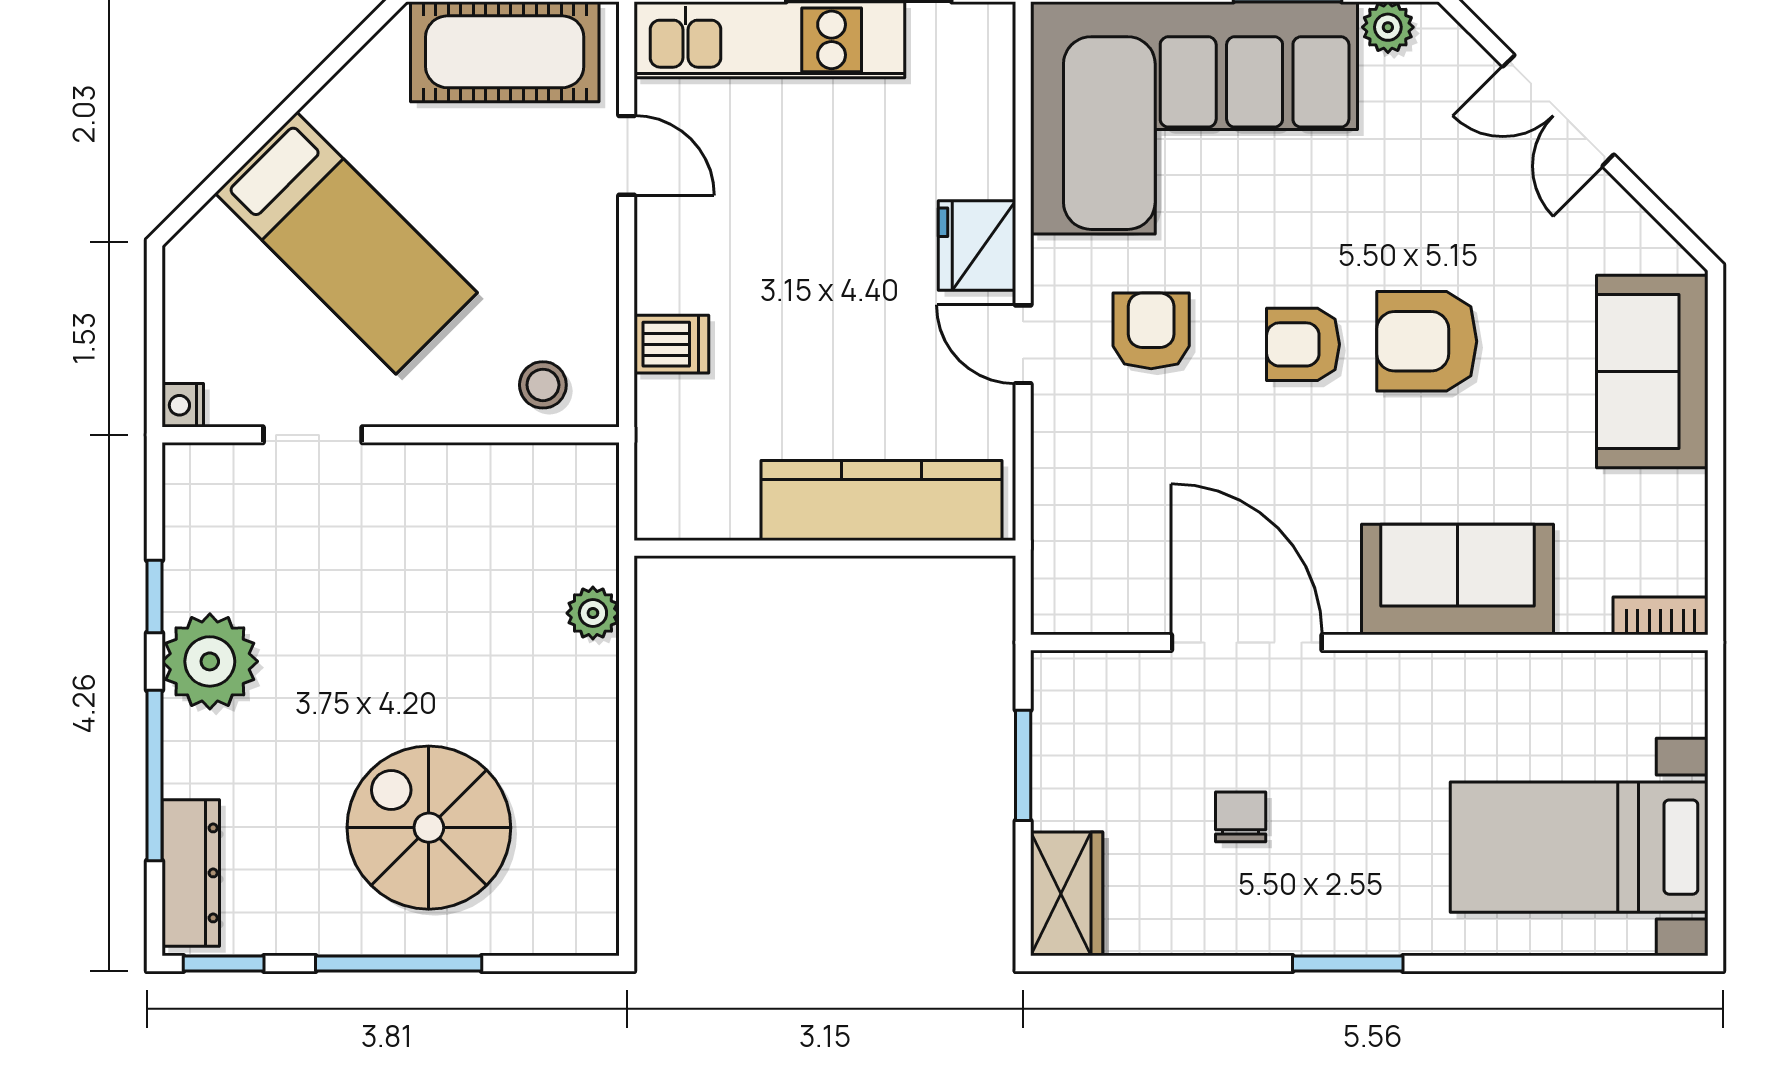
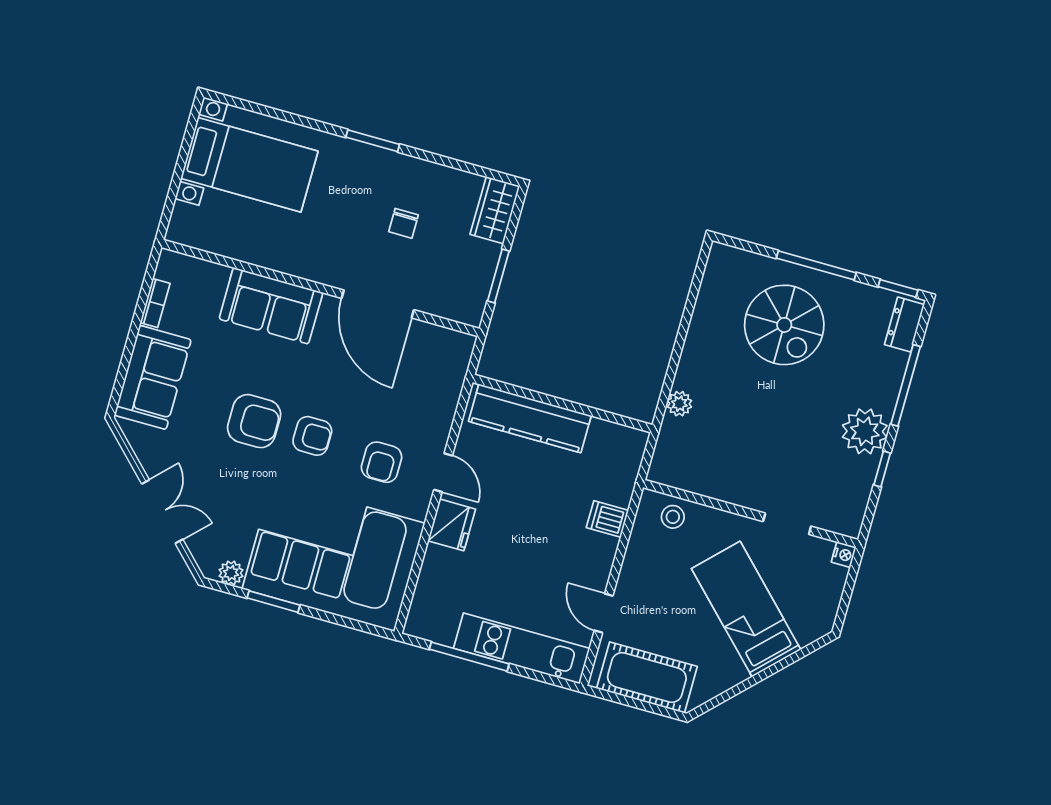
bookcase: (1660, 616) -> (155, 303), moved, turned -90
dresser: (191, 873) -> (904, 325), width x0.70

